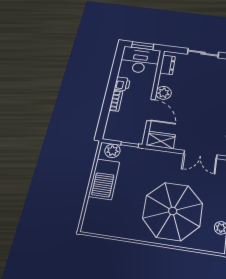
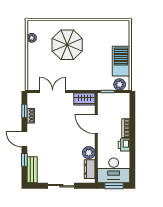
plant: (164, 93) -> (89, 153), moved
parasol: (173, 211) -> (67, 45), width x0.73, depth x0.73

